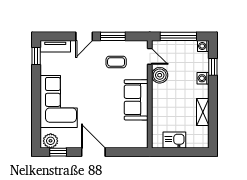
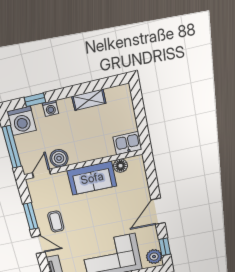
washing machine: (203, 46) -> (22, 121), width x1.89, depth x1.89
coffee table: (116, 62) -> (56, 222), moved
floor lamp: (142, 127) -> (121, 166), added
kitchen sink: (174, 140) -> (127, 143), moved, turned 90

